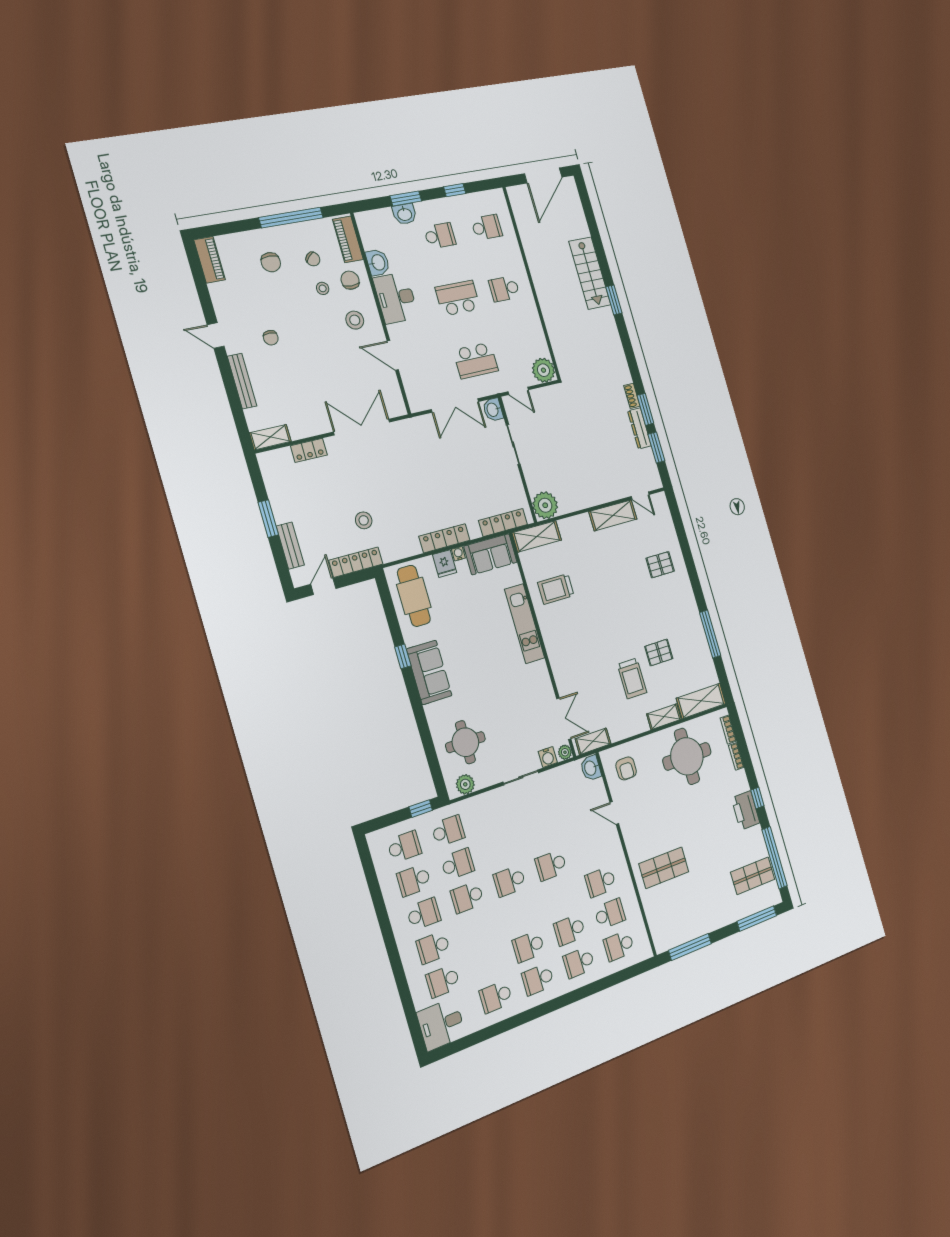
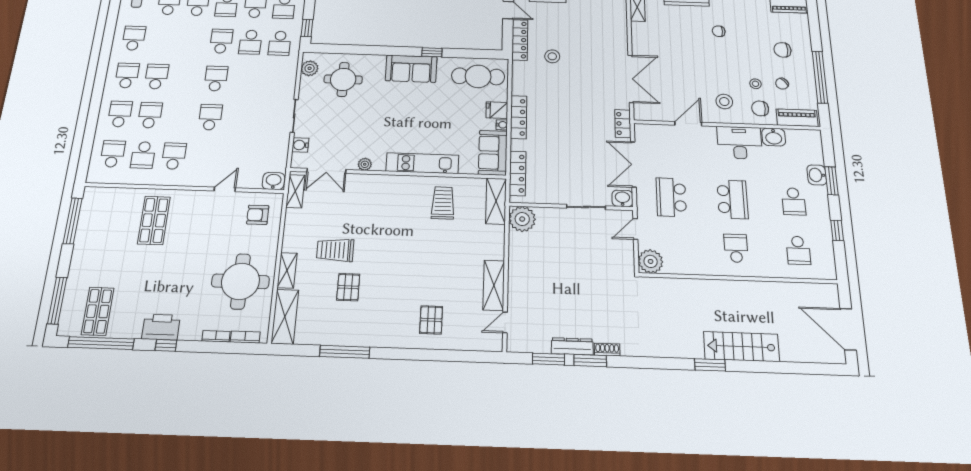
chair: (350, 280) -> (760, 108), turned 180
locker: (309, 450) -> (623, 124), moved
plant: (565, 752) -> (365, 164), moved

